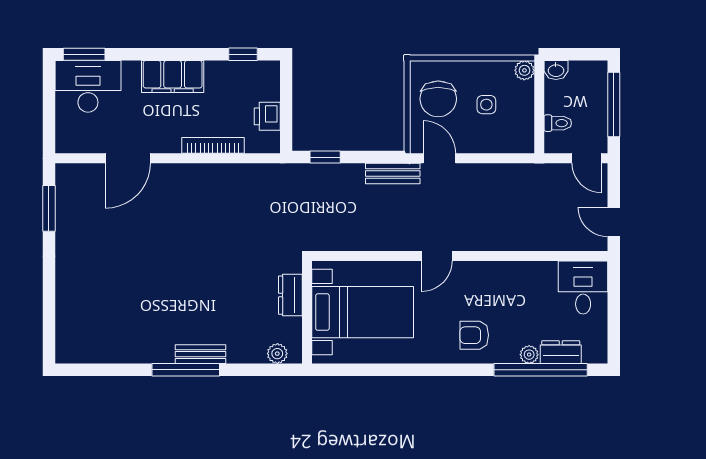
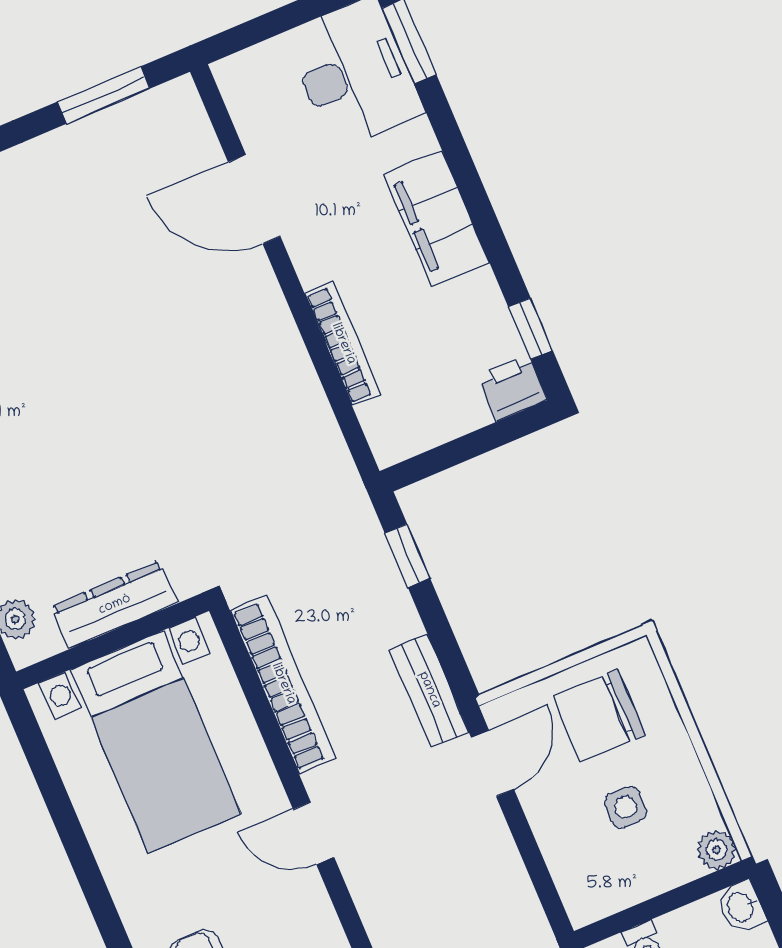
printer: (267, 116) -> (512, 388), moved
bookcase: (361, 241) -> (283, 684), added
dresser: (290, 295) -> (115, 605), width x1.44

